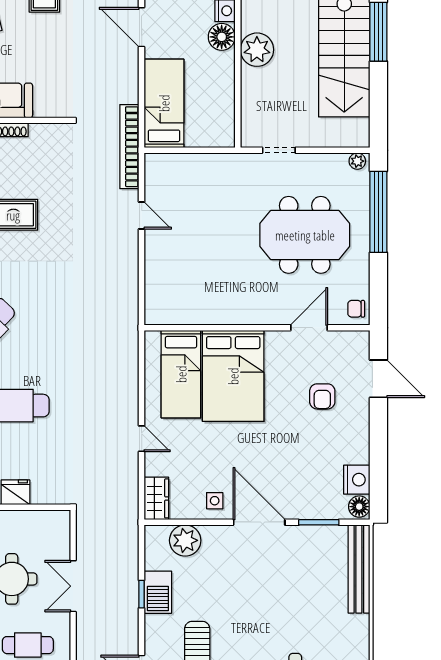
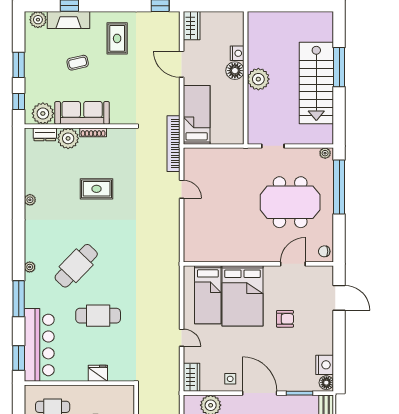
armchair: (322, 396) -> (285, 319), moved, turned -90

